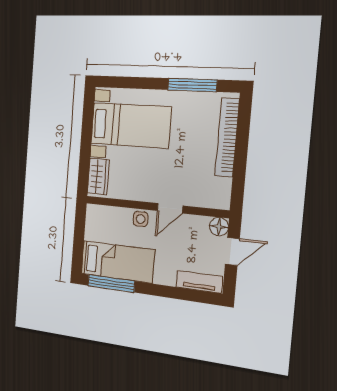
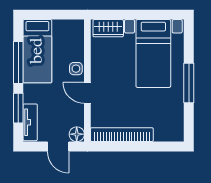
window: (192, 85) -> (189, 83), moved
bookcase: (227, 137) -> (122, 135), moved
window: (111, 283) -> (18, 63), moved
window: (181, 294) -> (18, 108), added

